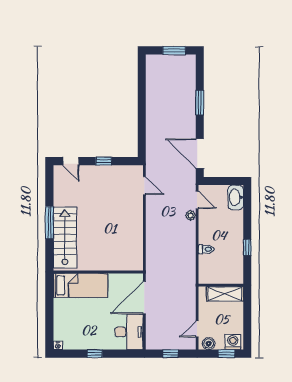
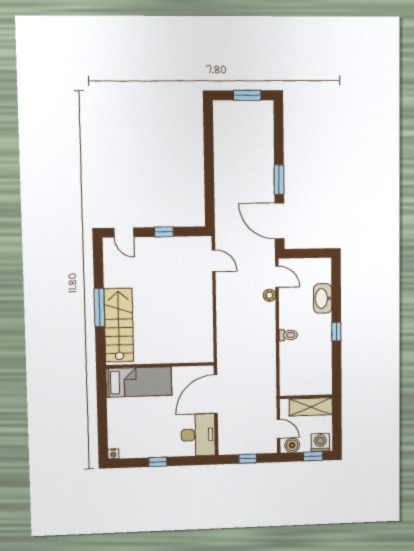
window: (200, 103) -> (279, 180), moved
washbasin: (236, 197) -> (323, 298), moved
wall: (221, 285) -> (306, 397), moved
shelving: (225, 294) -> (311, 407), moved
door: (197, 329) -> (278, 429), swing flipped

